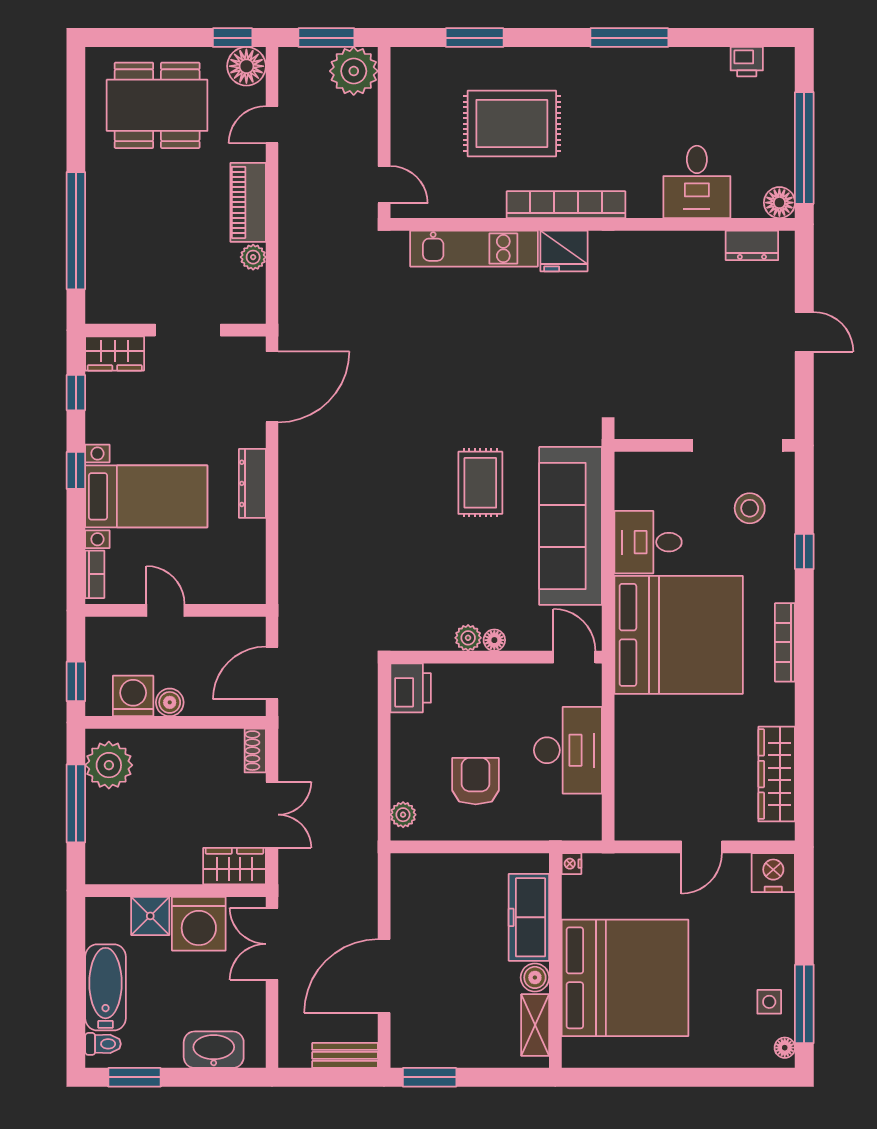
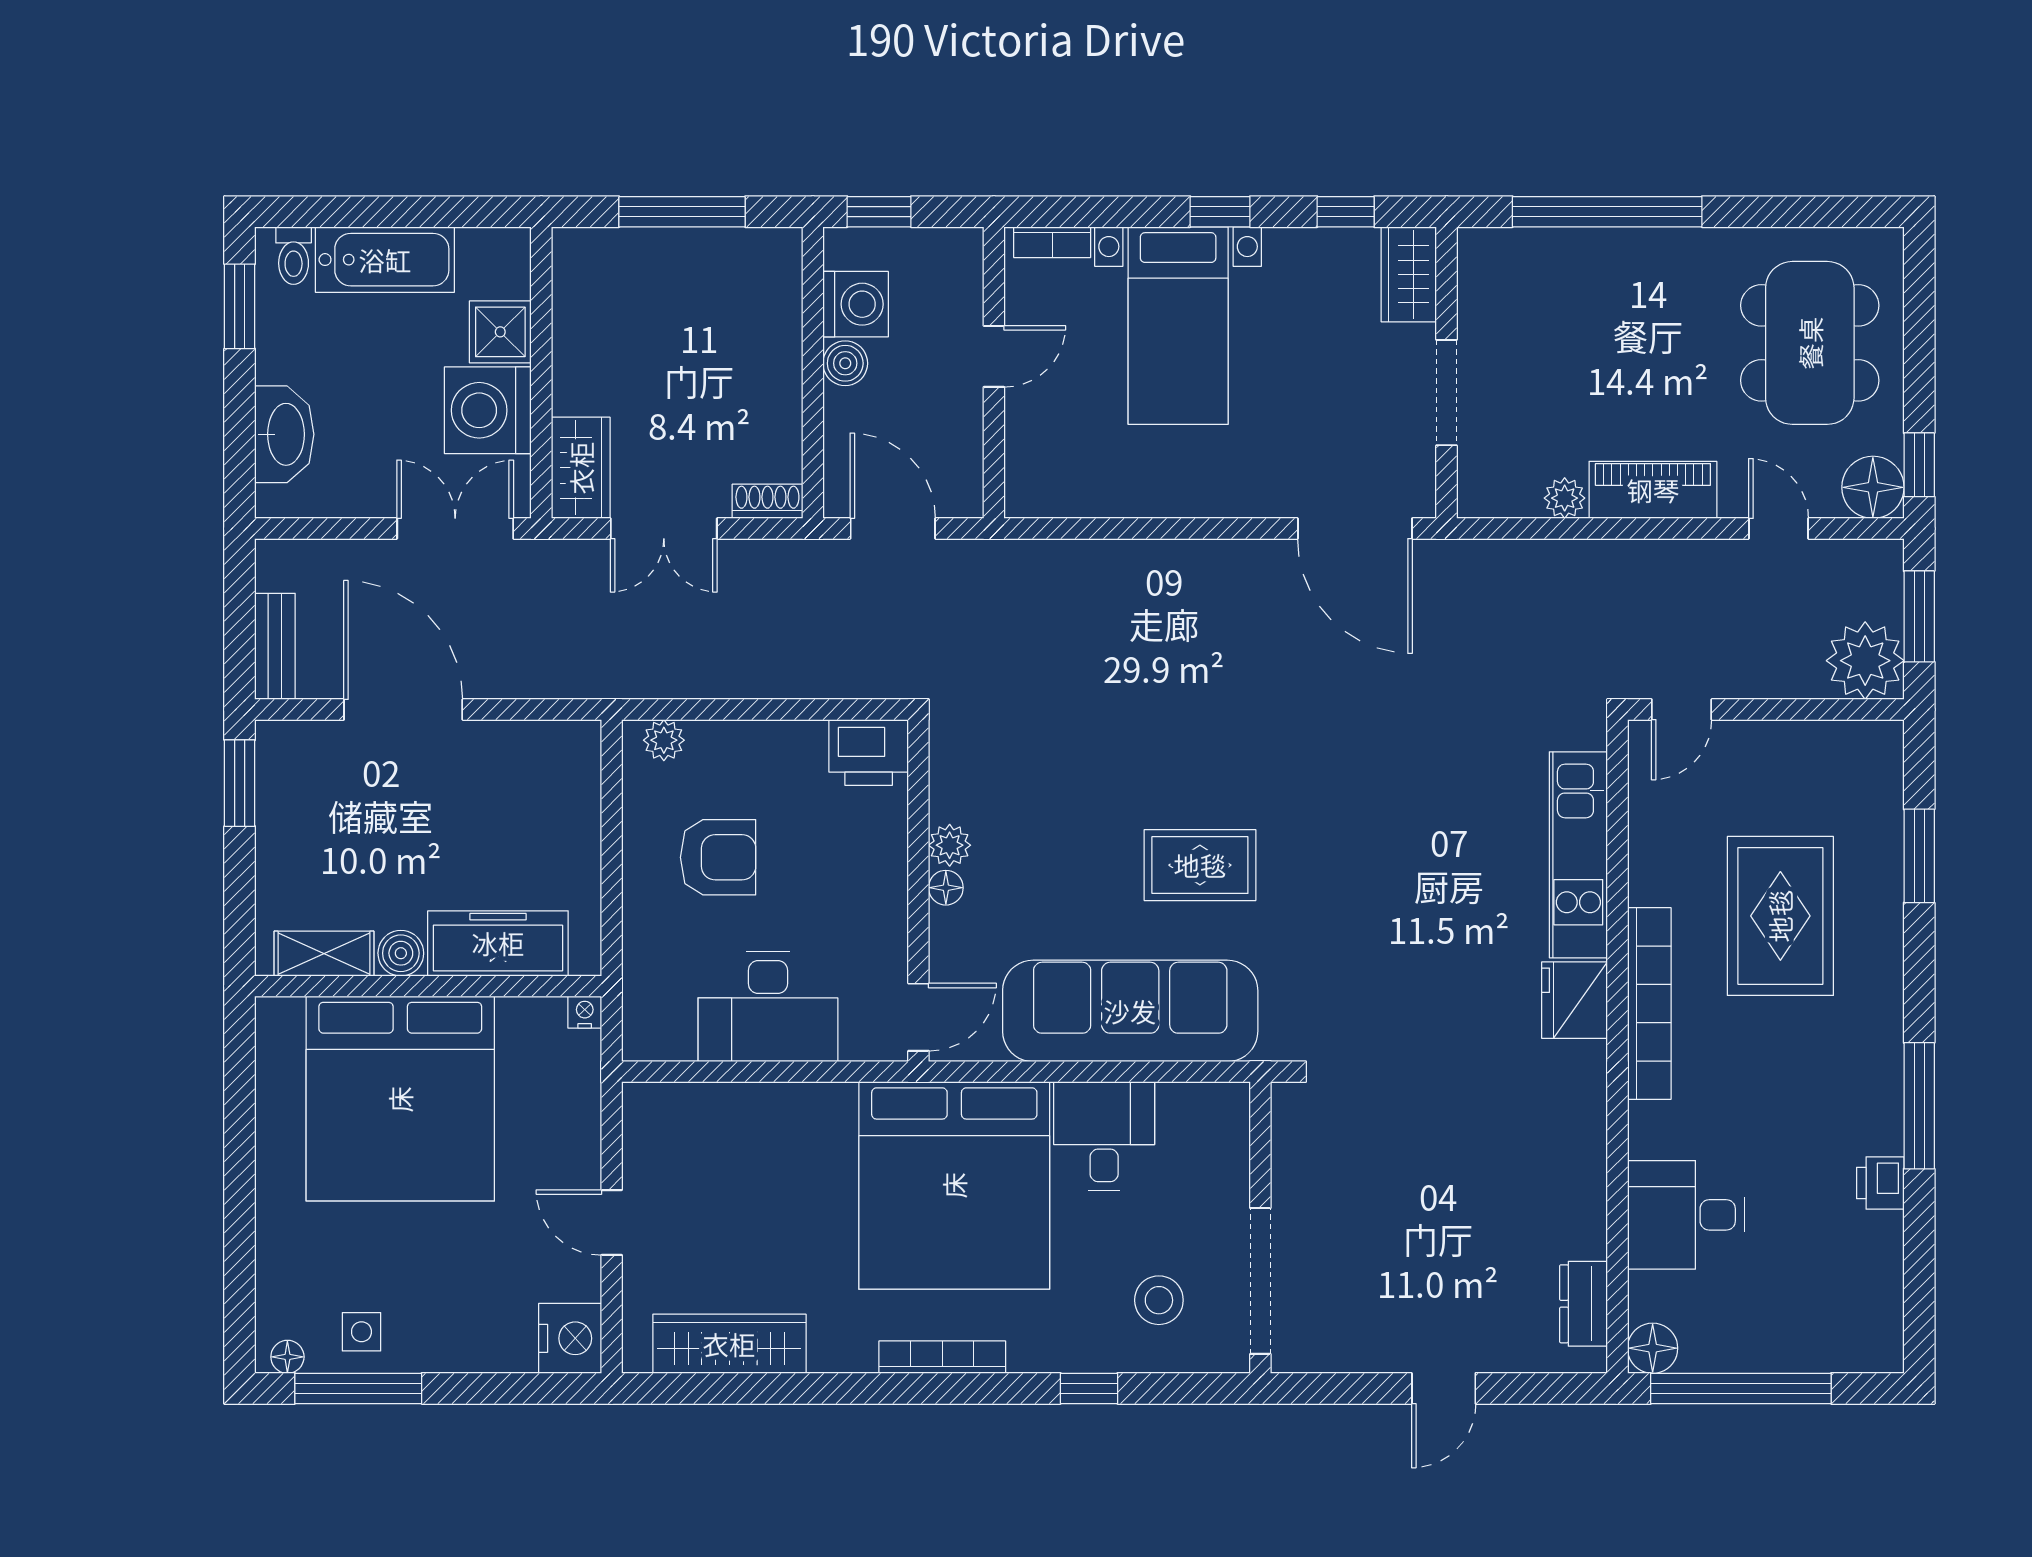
printer: (747, 62) -> (1880, 1183), moved
dresser: (252, 483) -> (1199, 497), removed
plant: (109, 765) -> (744, 265), removed

